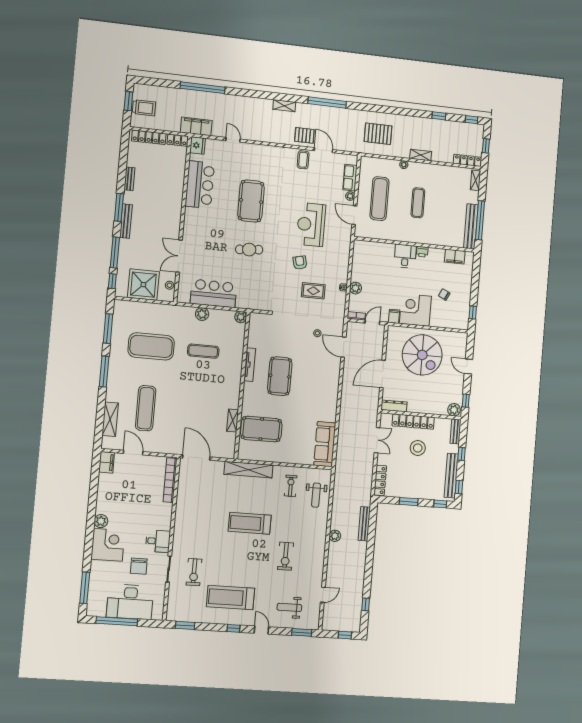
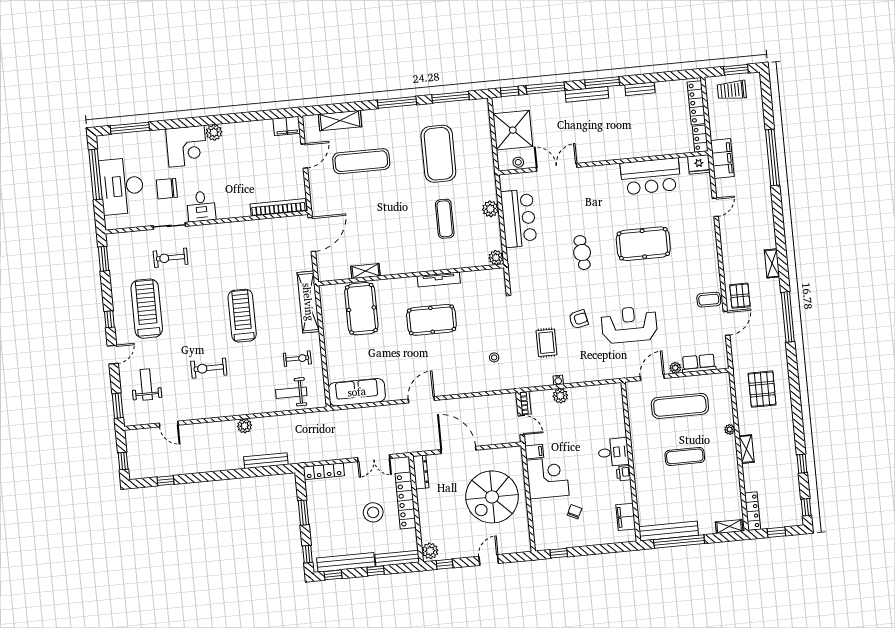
trolley: (144, 108) -> (732, 90), turned 90
door: (343, 347) -> (421, 400), moved
bench: (456, 431) -> (397, 558), width x1.36

